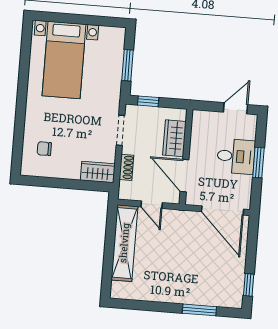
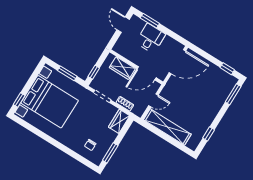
window: (56, 17) -> (19, 100), added
bed with nightstands: (64, 60) -> (50, 102), width x1.36
window: (258, 163) -> (150, 21), moved
window: (47, 182) -> (110, 153), added
window: (144, 306) -> (209, 134), added
window: (199, 310) -> (233, 94), moved

